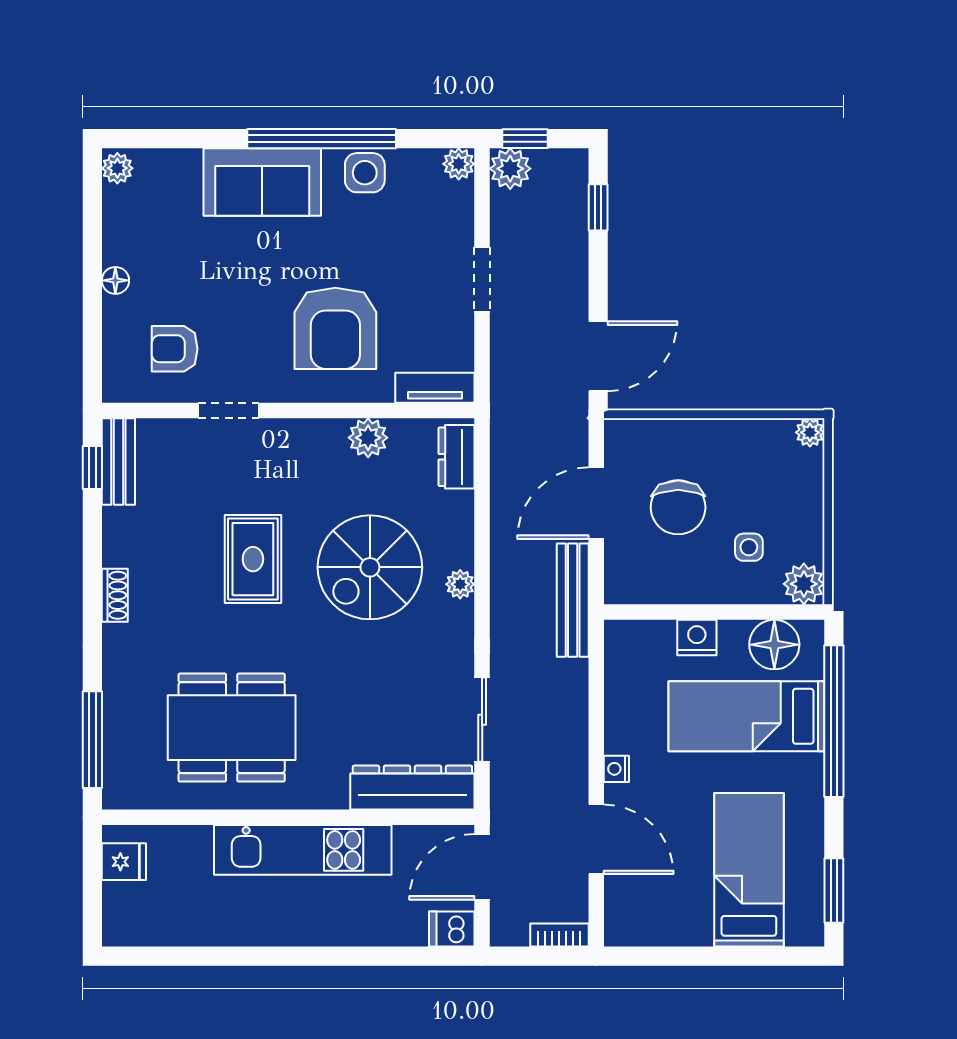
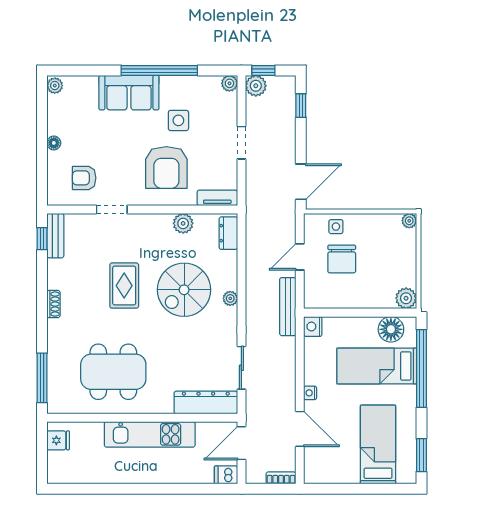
side table: (365, 173) -> (178, 120), moved
door: (596, 503) -> (300, 257), width x0.73
side table: (749, 547) -> (336, 227), moved
nightstand: (697, 637) -> (313, 326), moved, turned -90

